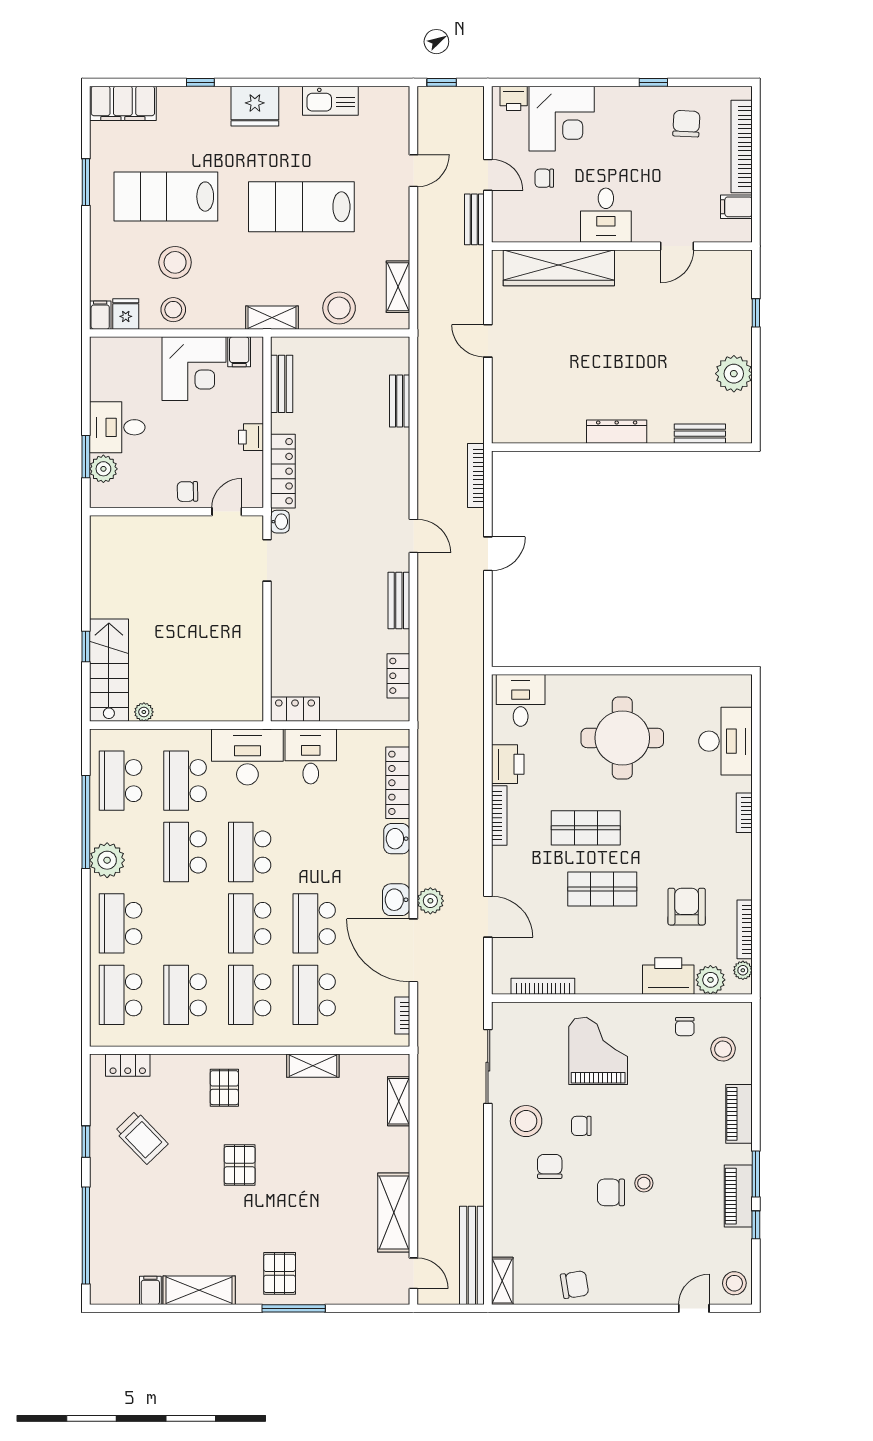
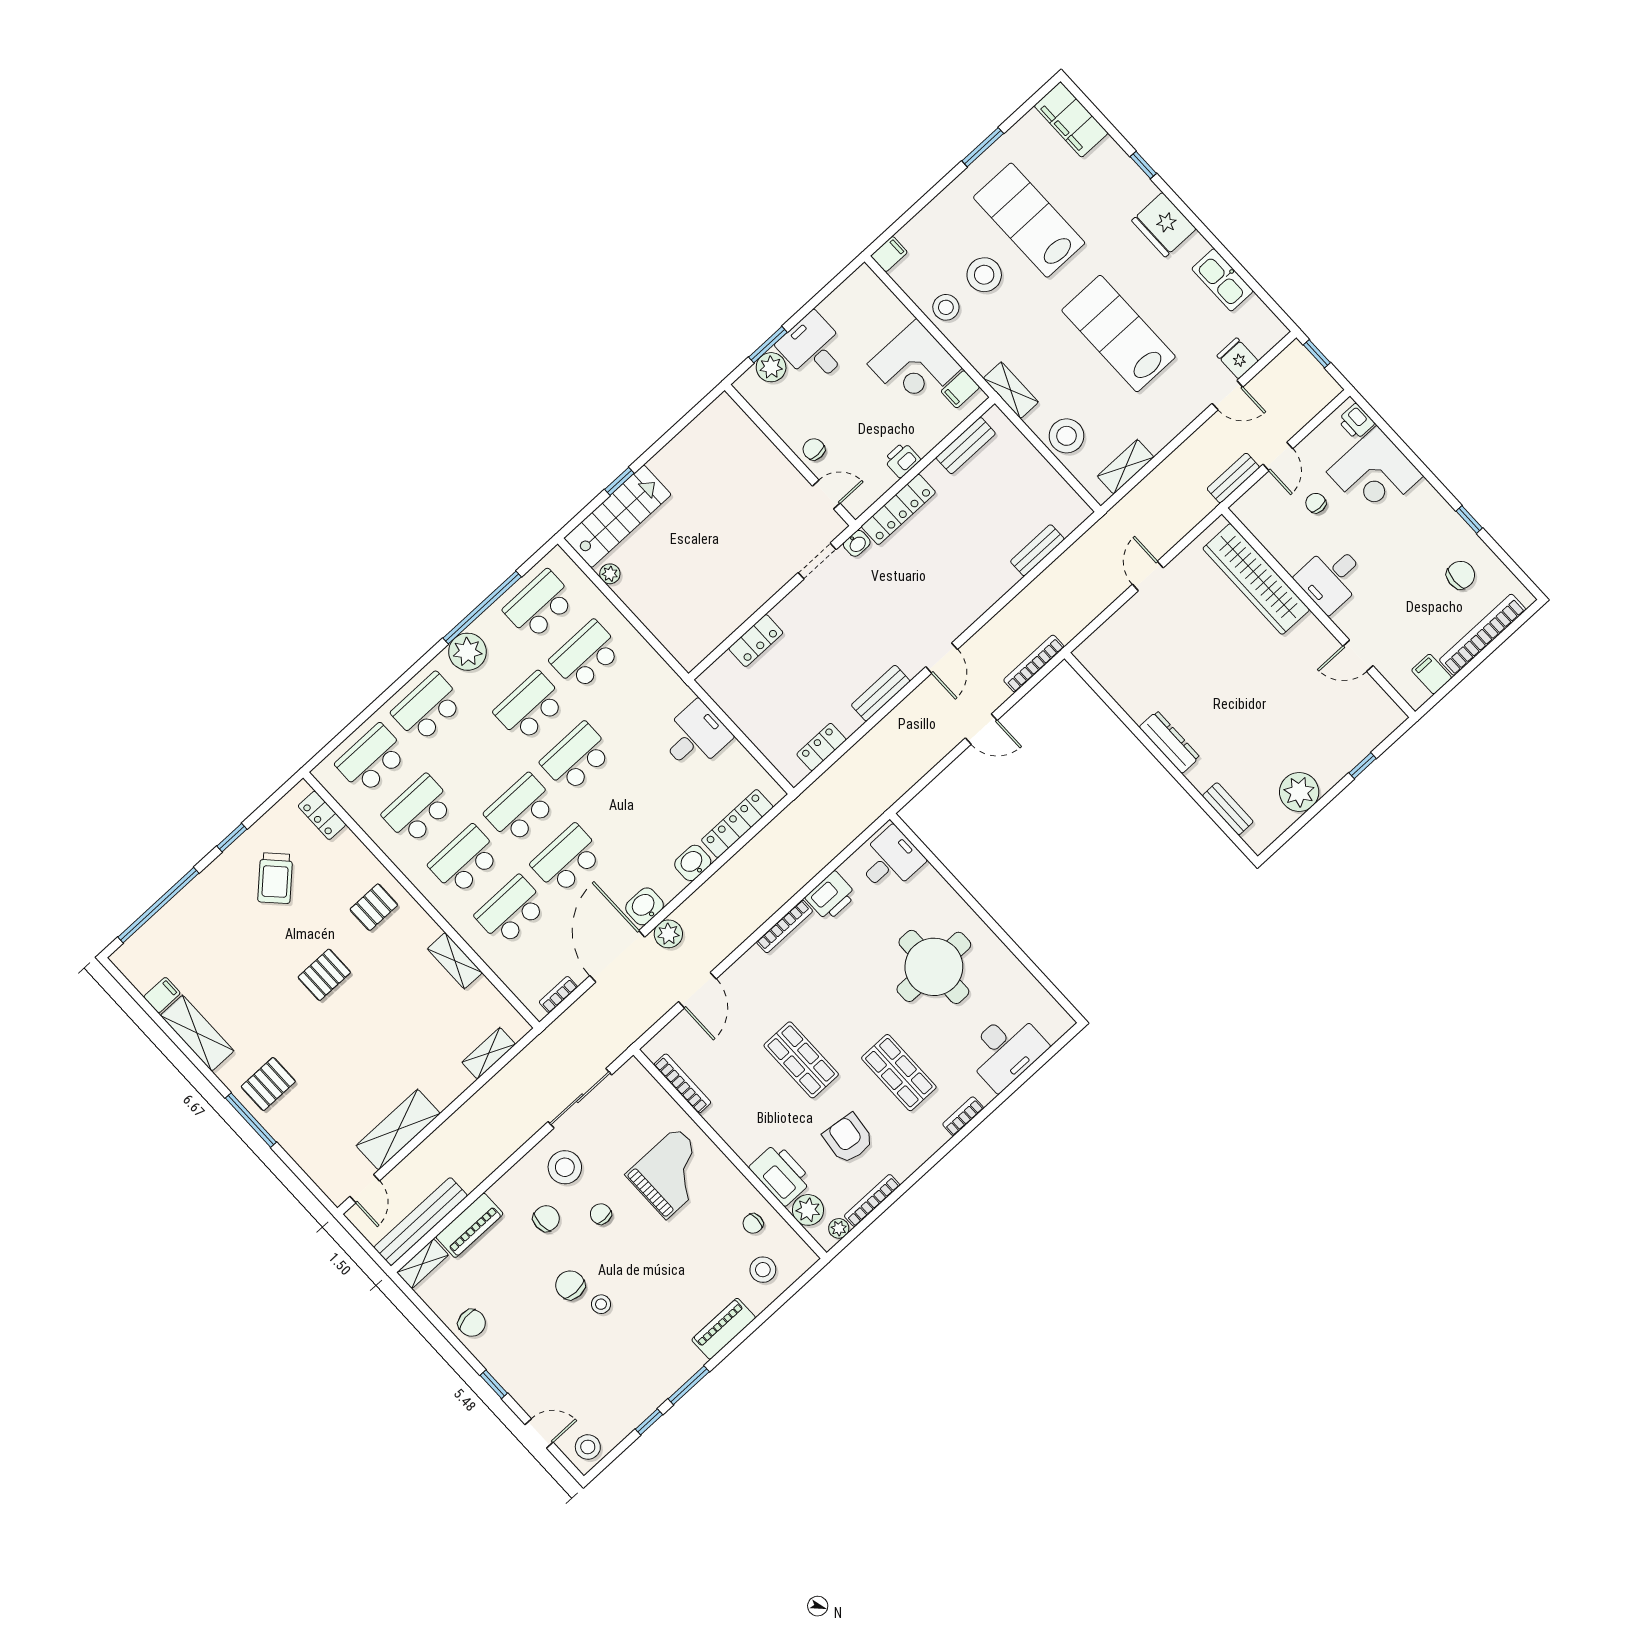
fridge: (126, 314) -> (1238, 358), moved, turned -90
locker: (295, 709) -> (756, 641), moved, turned 90
desk: (247, 757) -> (649, 687), removed
shop shelf: (586, 828) -> (899, 1073), moved
armchair: (687, 907) -> (848, 1139), turned -83
piano: (738, 1196) -> (469, 1225), moved, turned 180
window: (631, 1308) -> (494, 1384), added

